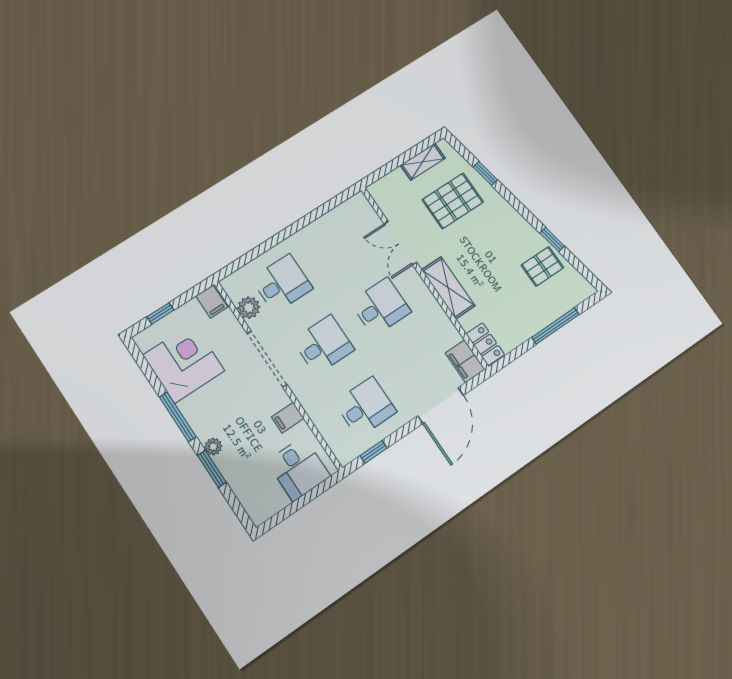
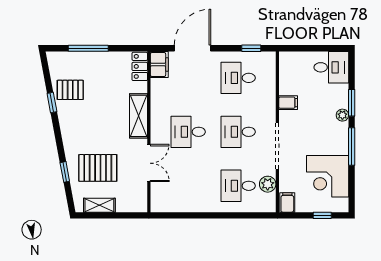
desk: (298, 469) -> (331, 67), moved, turned 90

